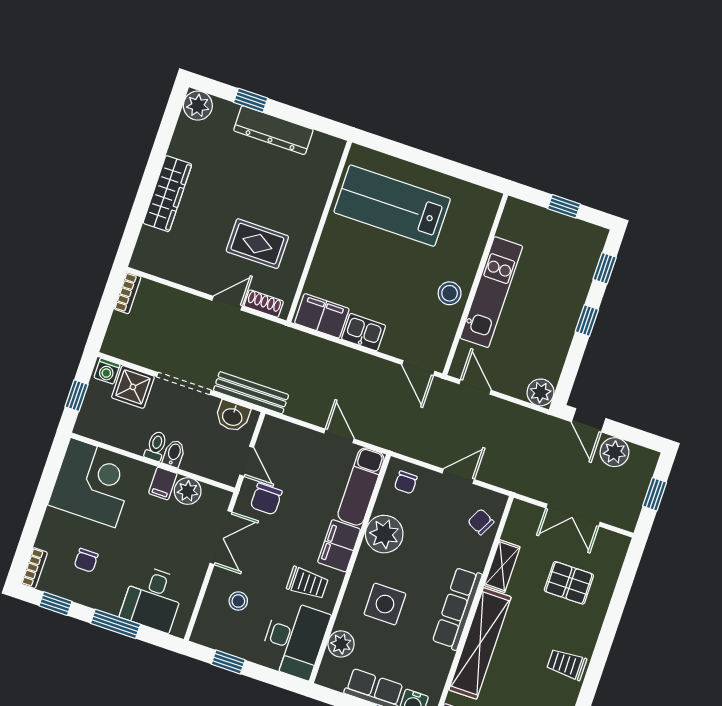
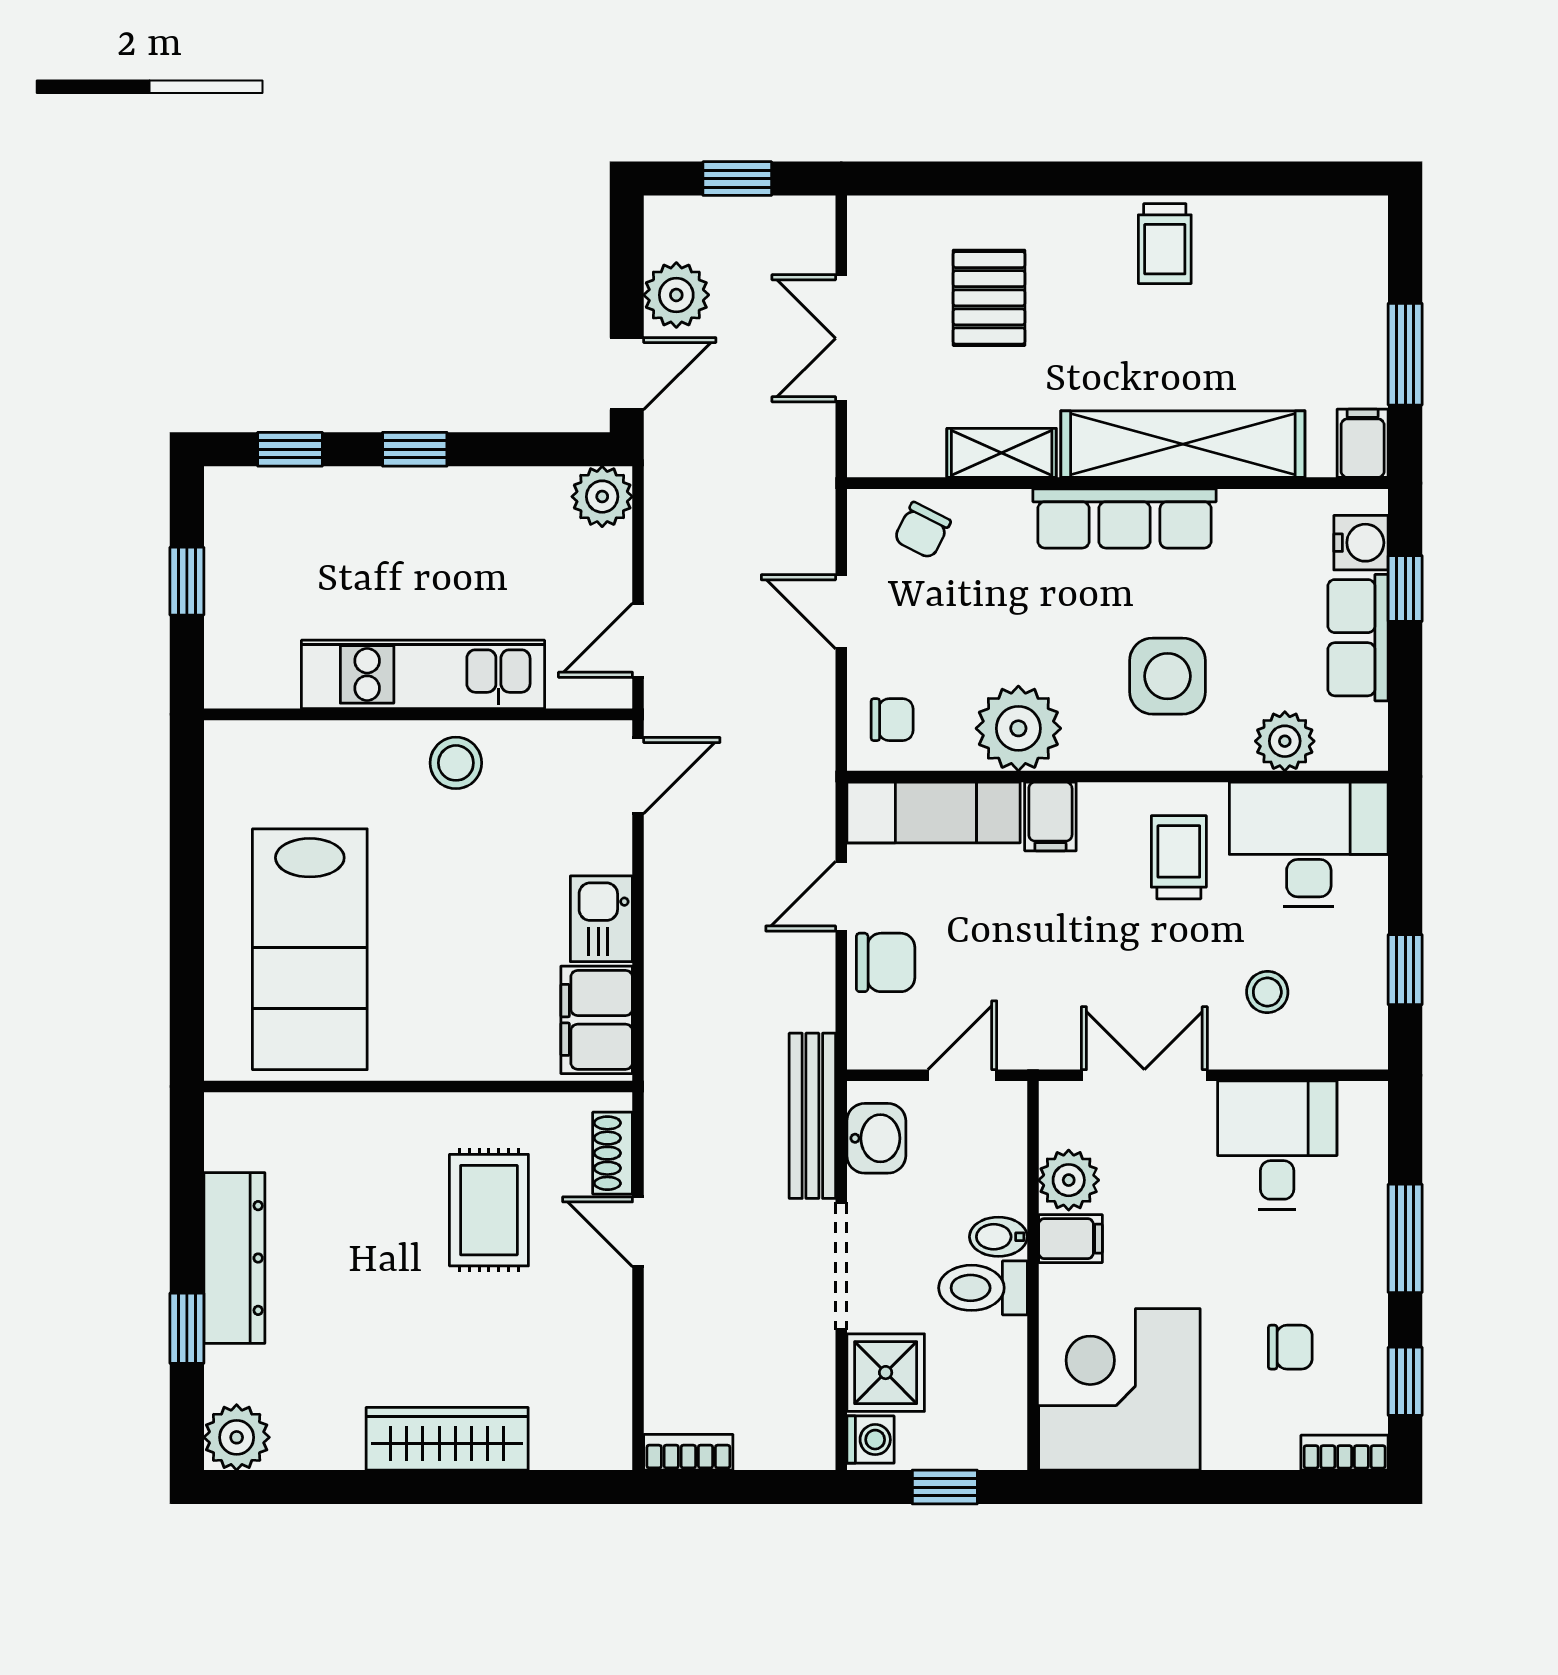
toilet: (156, 446) -> (983, 1288), width x1.37, depth x1.39
chair: (266, 499) -> (886, 962), moved
double door: (573, 515) -> (841, 338), swing flipped
filing cabinet: (339, 546) -> (1050, 816), width x0.50
desk: (153, 599) -> (1277, 1145), moved, turned -90

